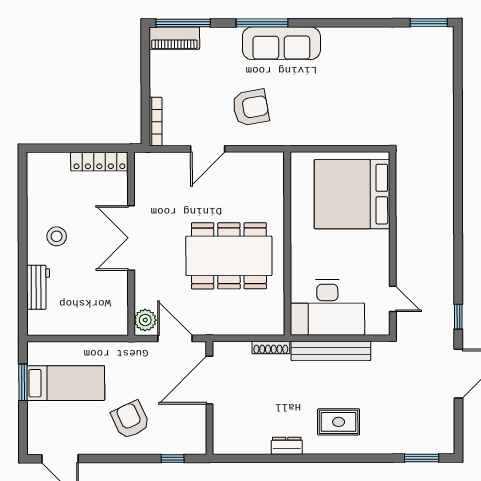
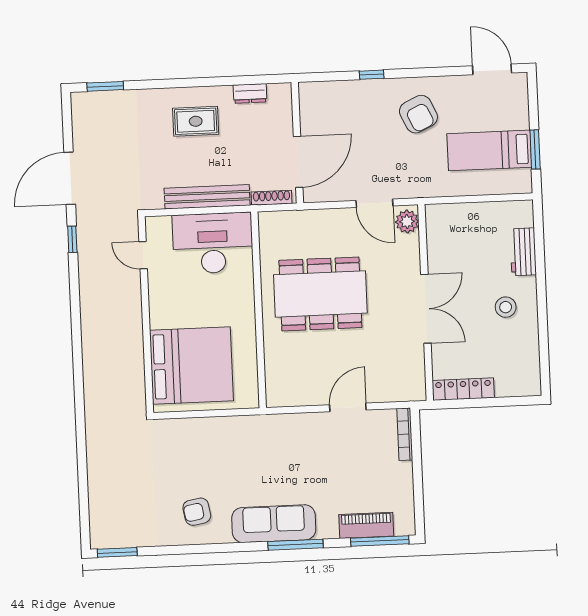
piano: (174, 38) -> (366, 525), moved
armchair: (251, 108) -> (197, 512), moved, width x0.72, depth x0.72
door: (209, 380) -> (298, 162), moved
wall: (209, 398) -> (297, 143), moved

